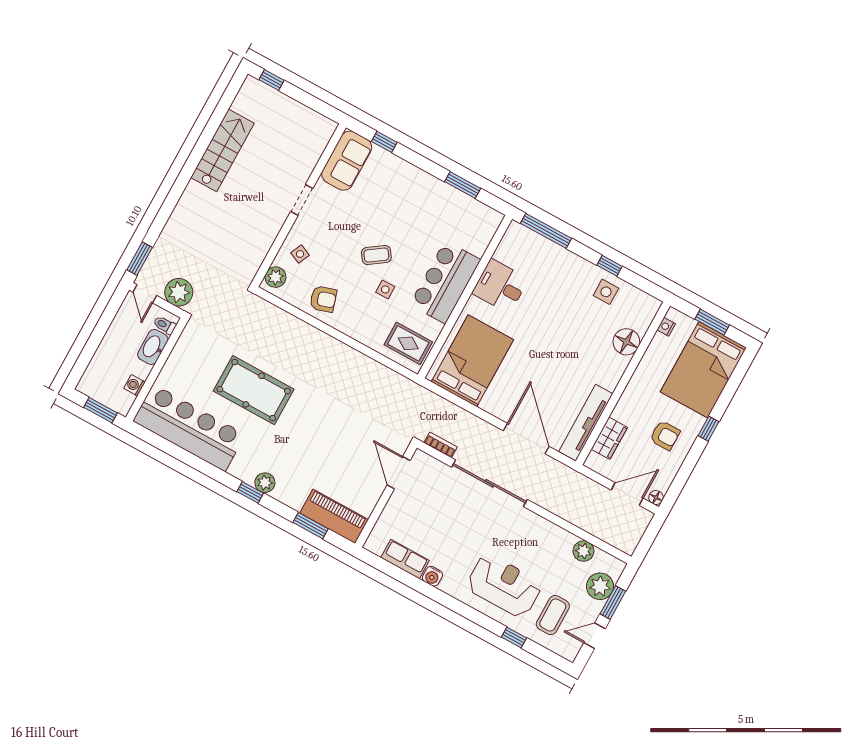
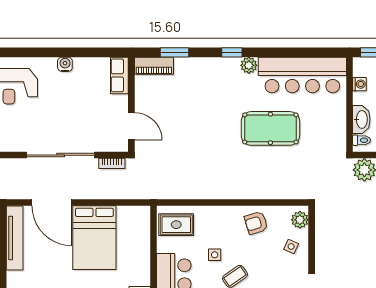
bed: (472, 361) -> (94, 238), moved
plant: (265, 483) -> (249, 65), moved
piano: (334, 516) -> (154, 66), width x0.73, depth x0.75
row of seats: (405, 559) -> (119, 75), moved, turned 90

